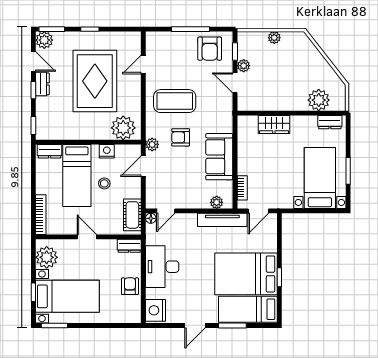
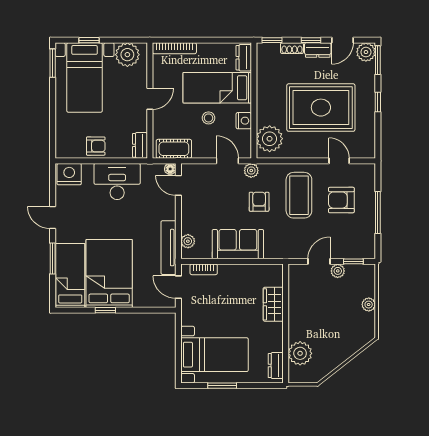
armchair: (210, 49) -> (341, 200), moved
shoe rack: (41, 107) -> (292, 48), added

